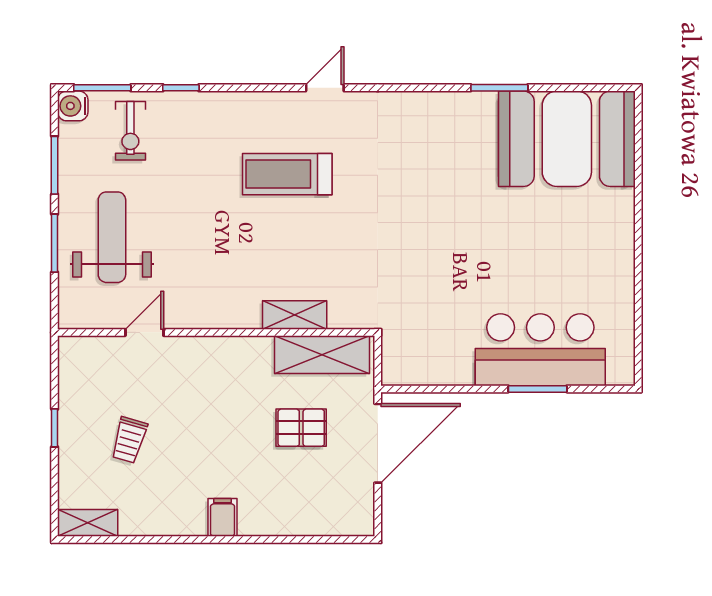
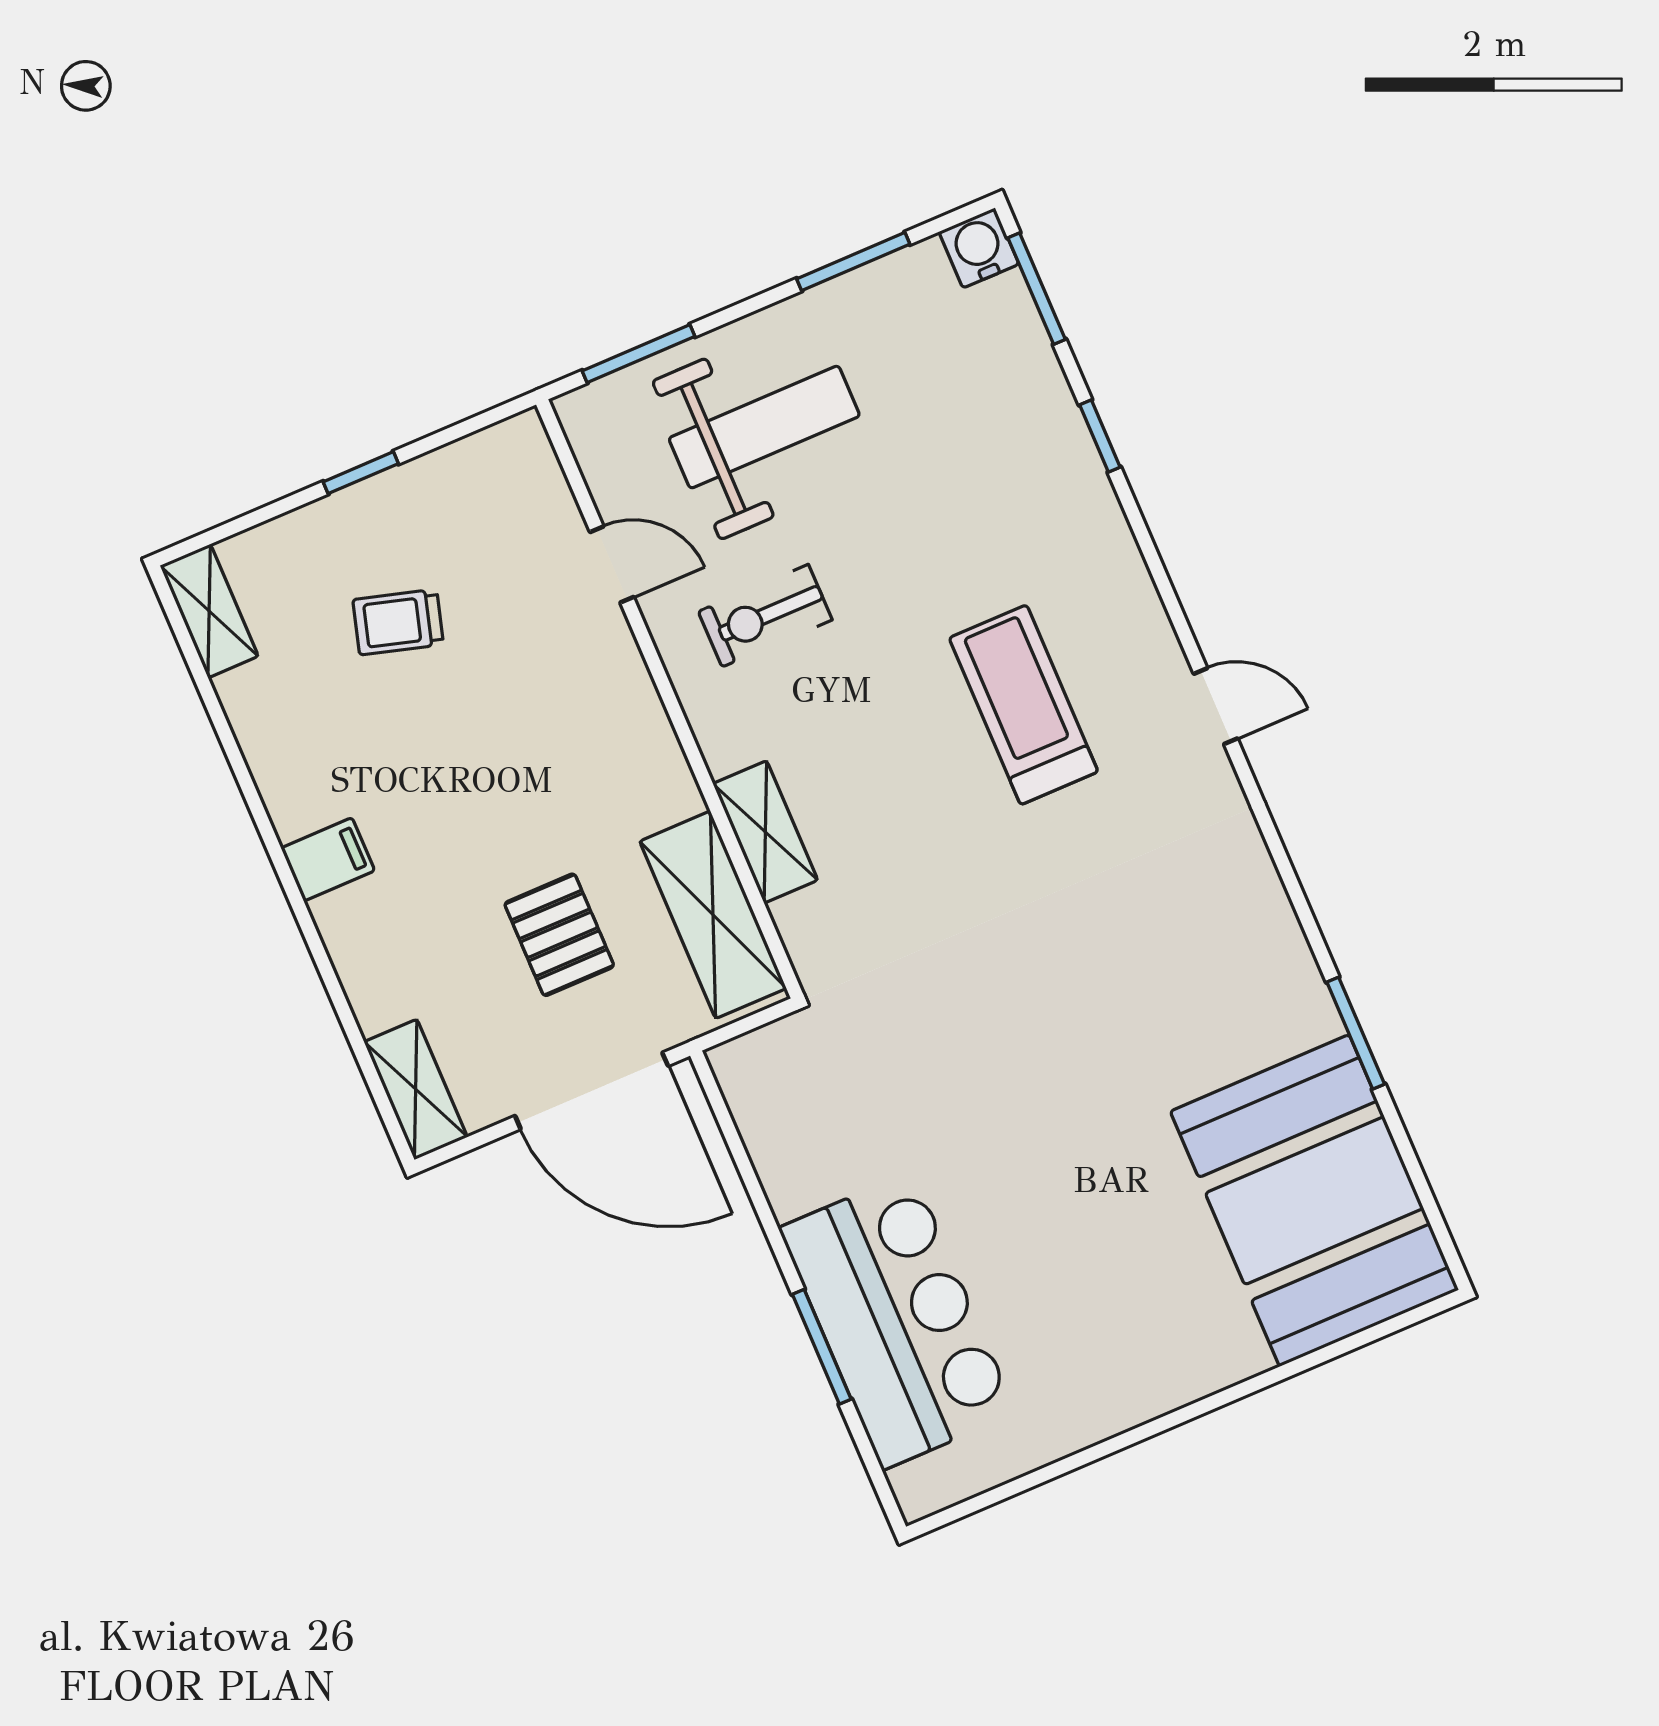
exercise bike: (130, 131) -> (765, 616), moved
window: (55, 243) -> (639, 354), moved
shelving: (343, 522) -> (416, 1089), added

